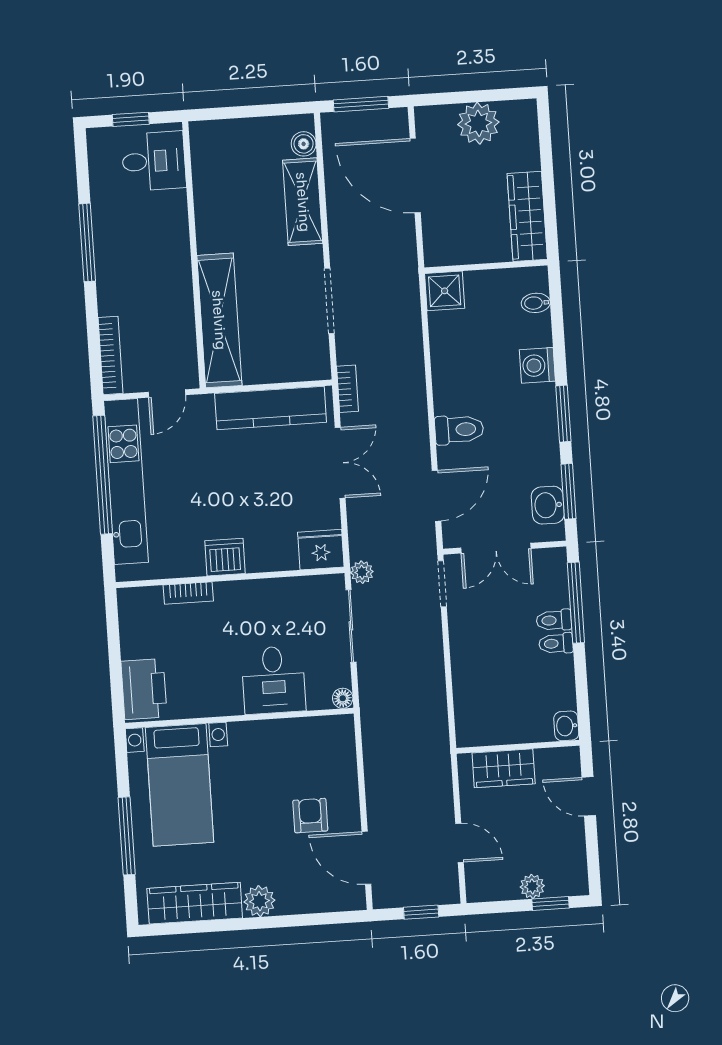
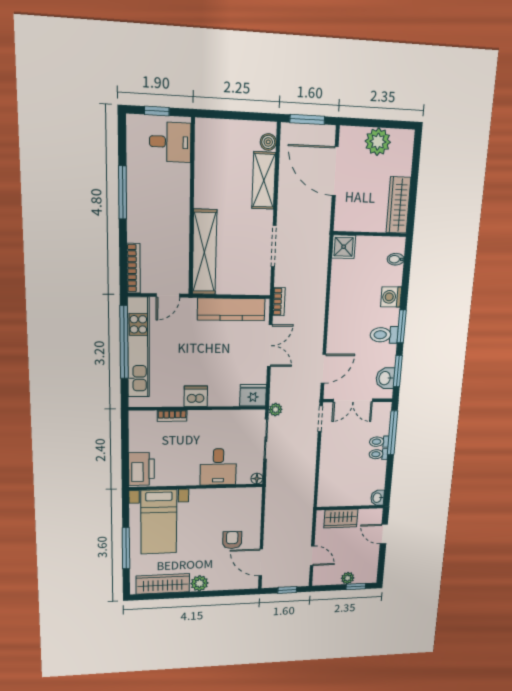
toilet: (459, 430) -> (384, 335), moved, turned 180

